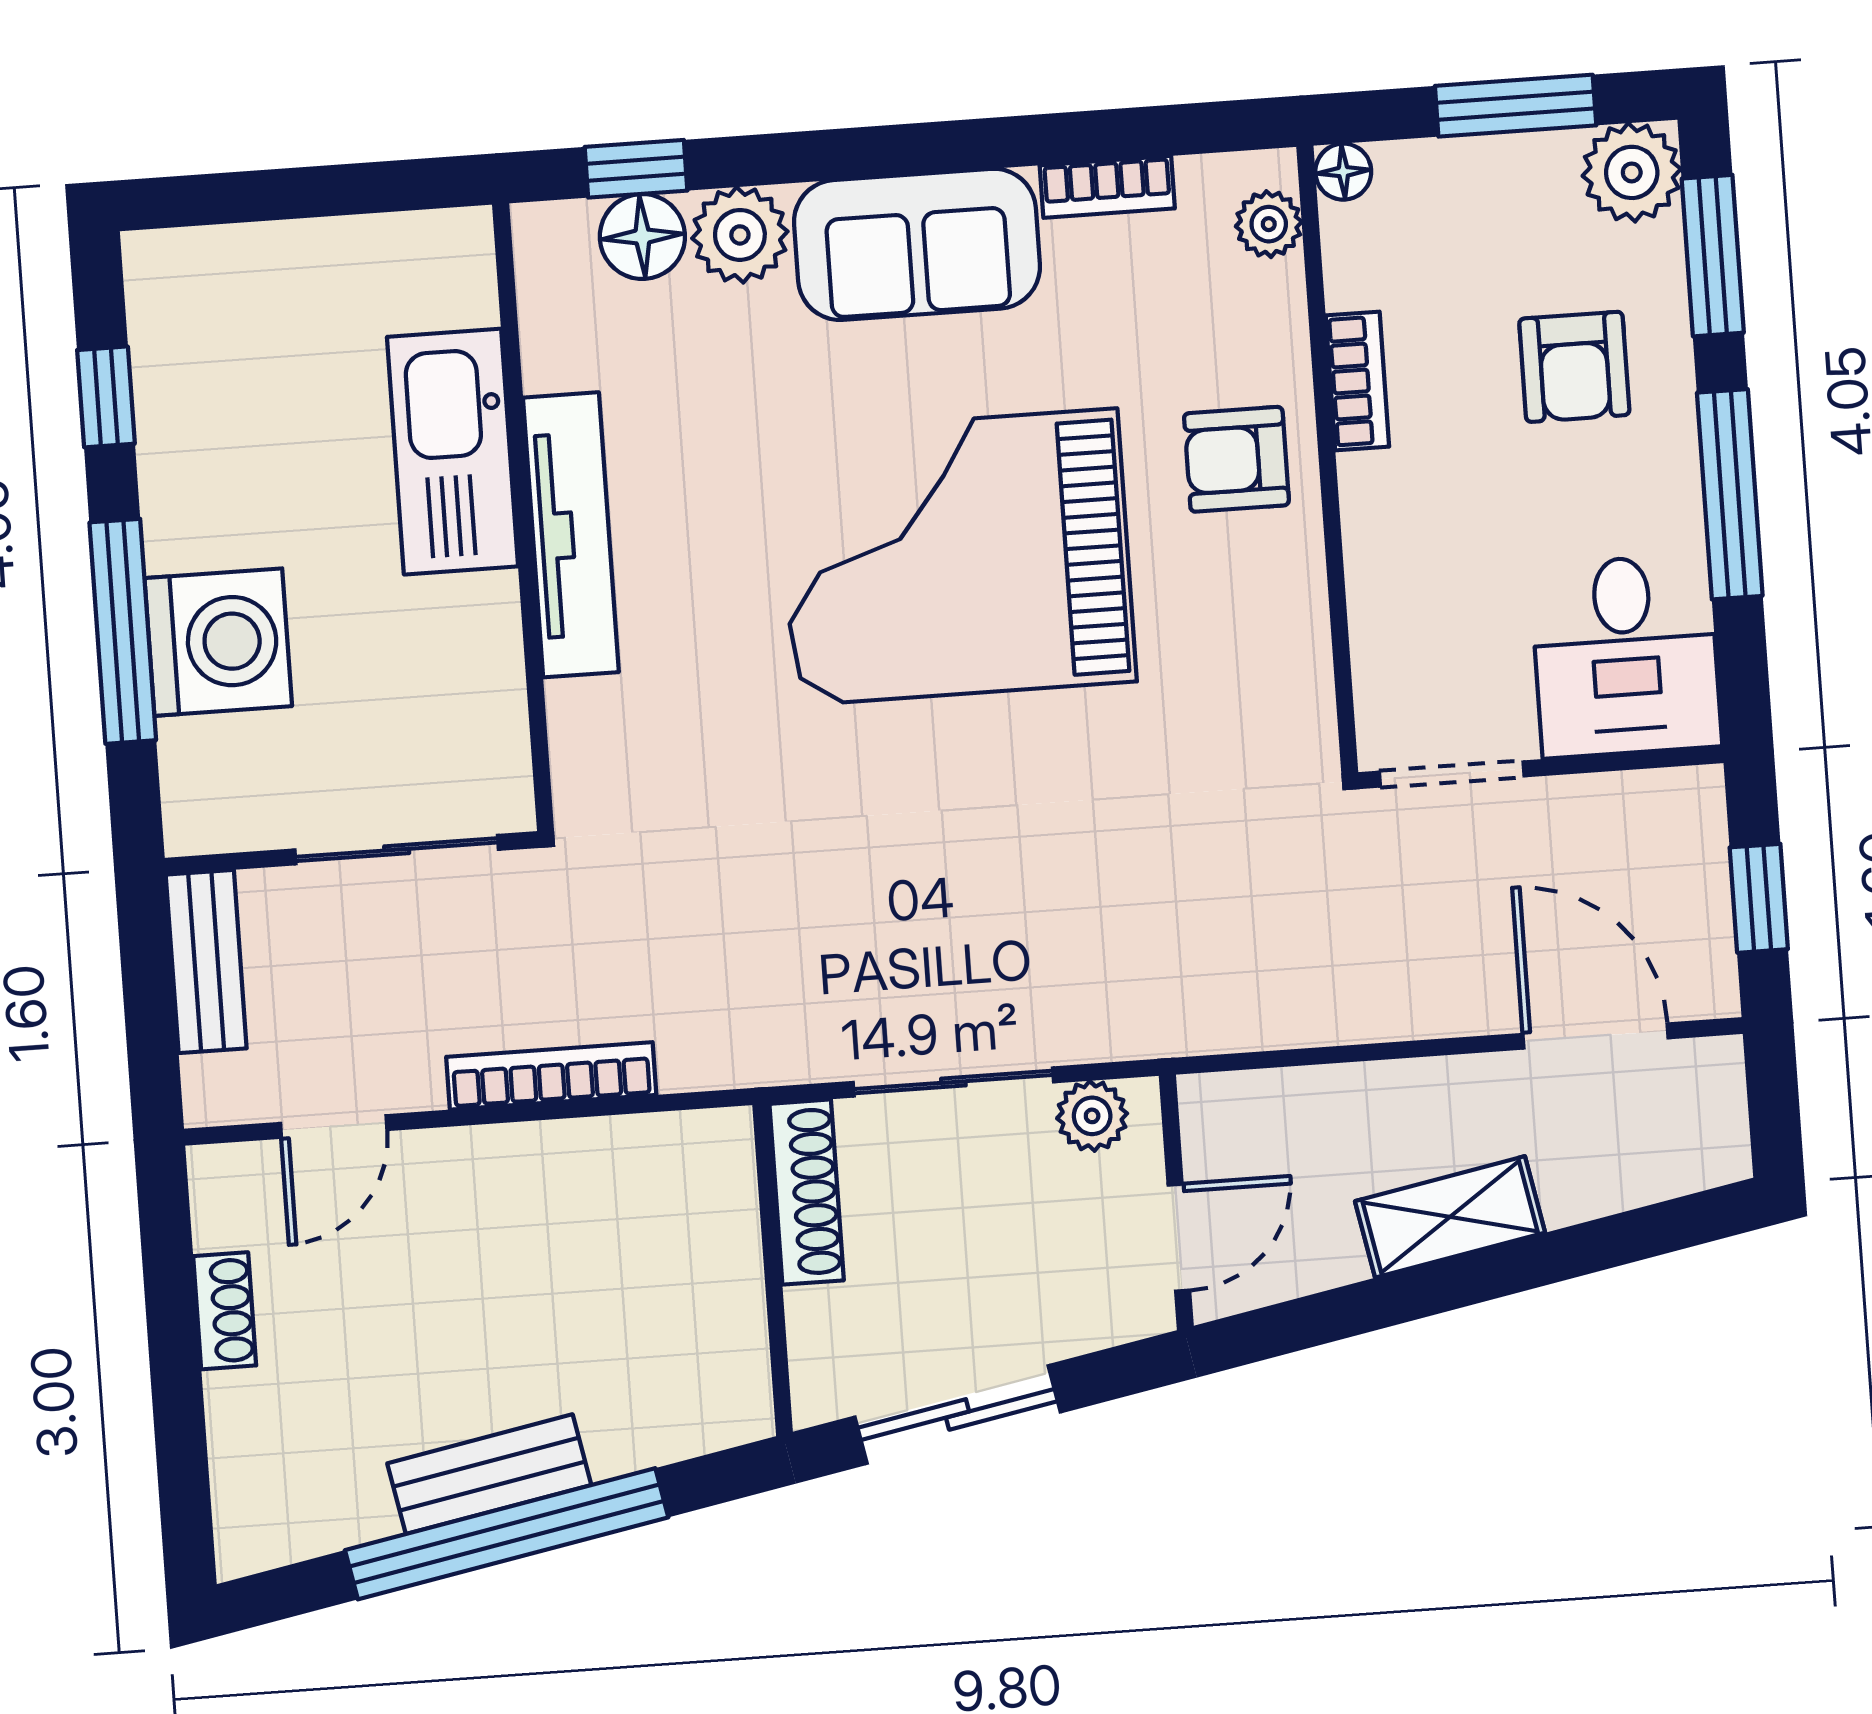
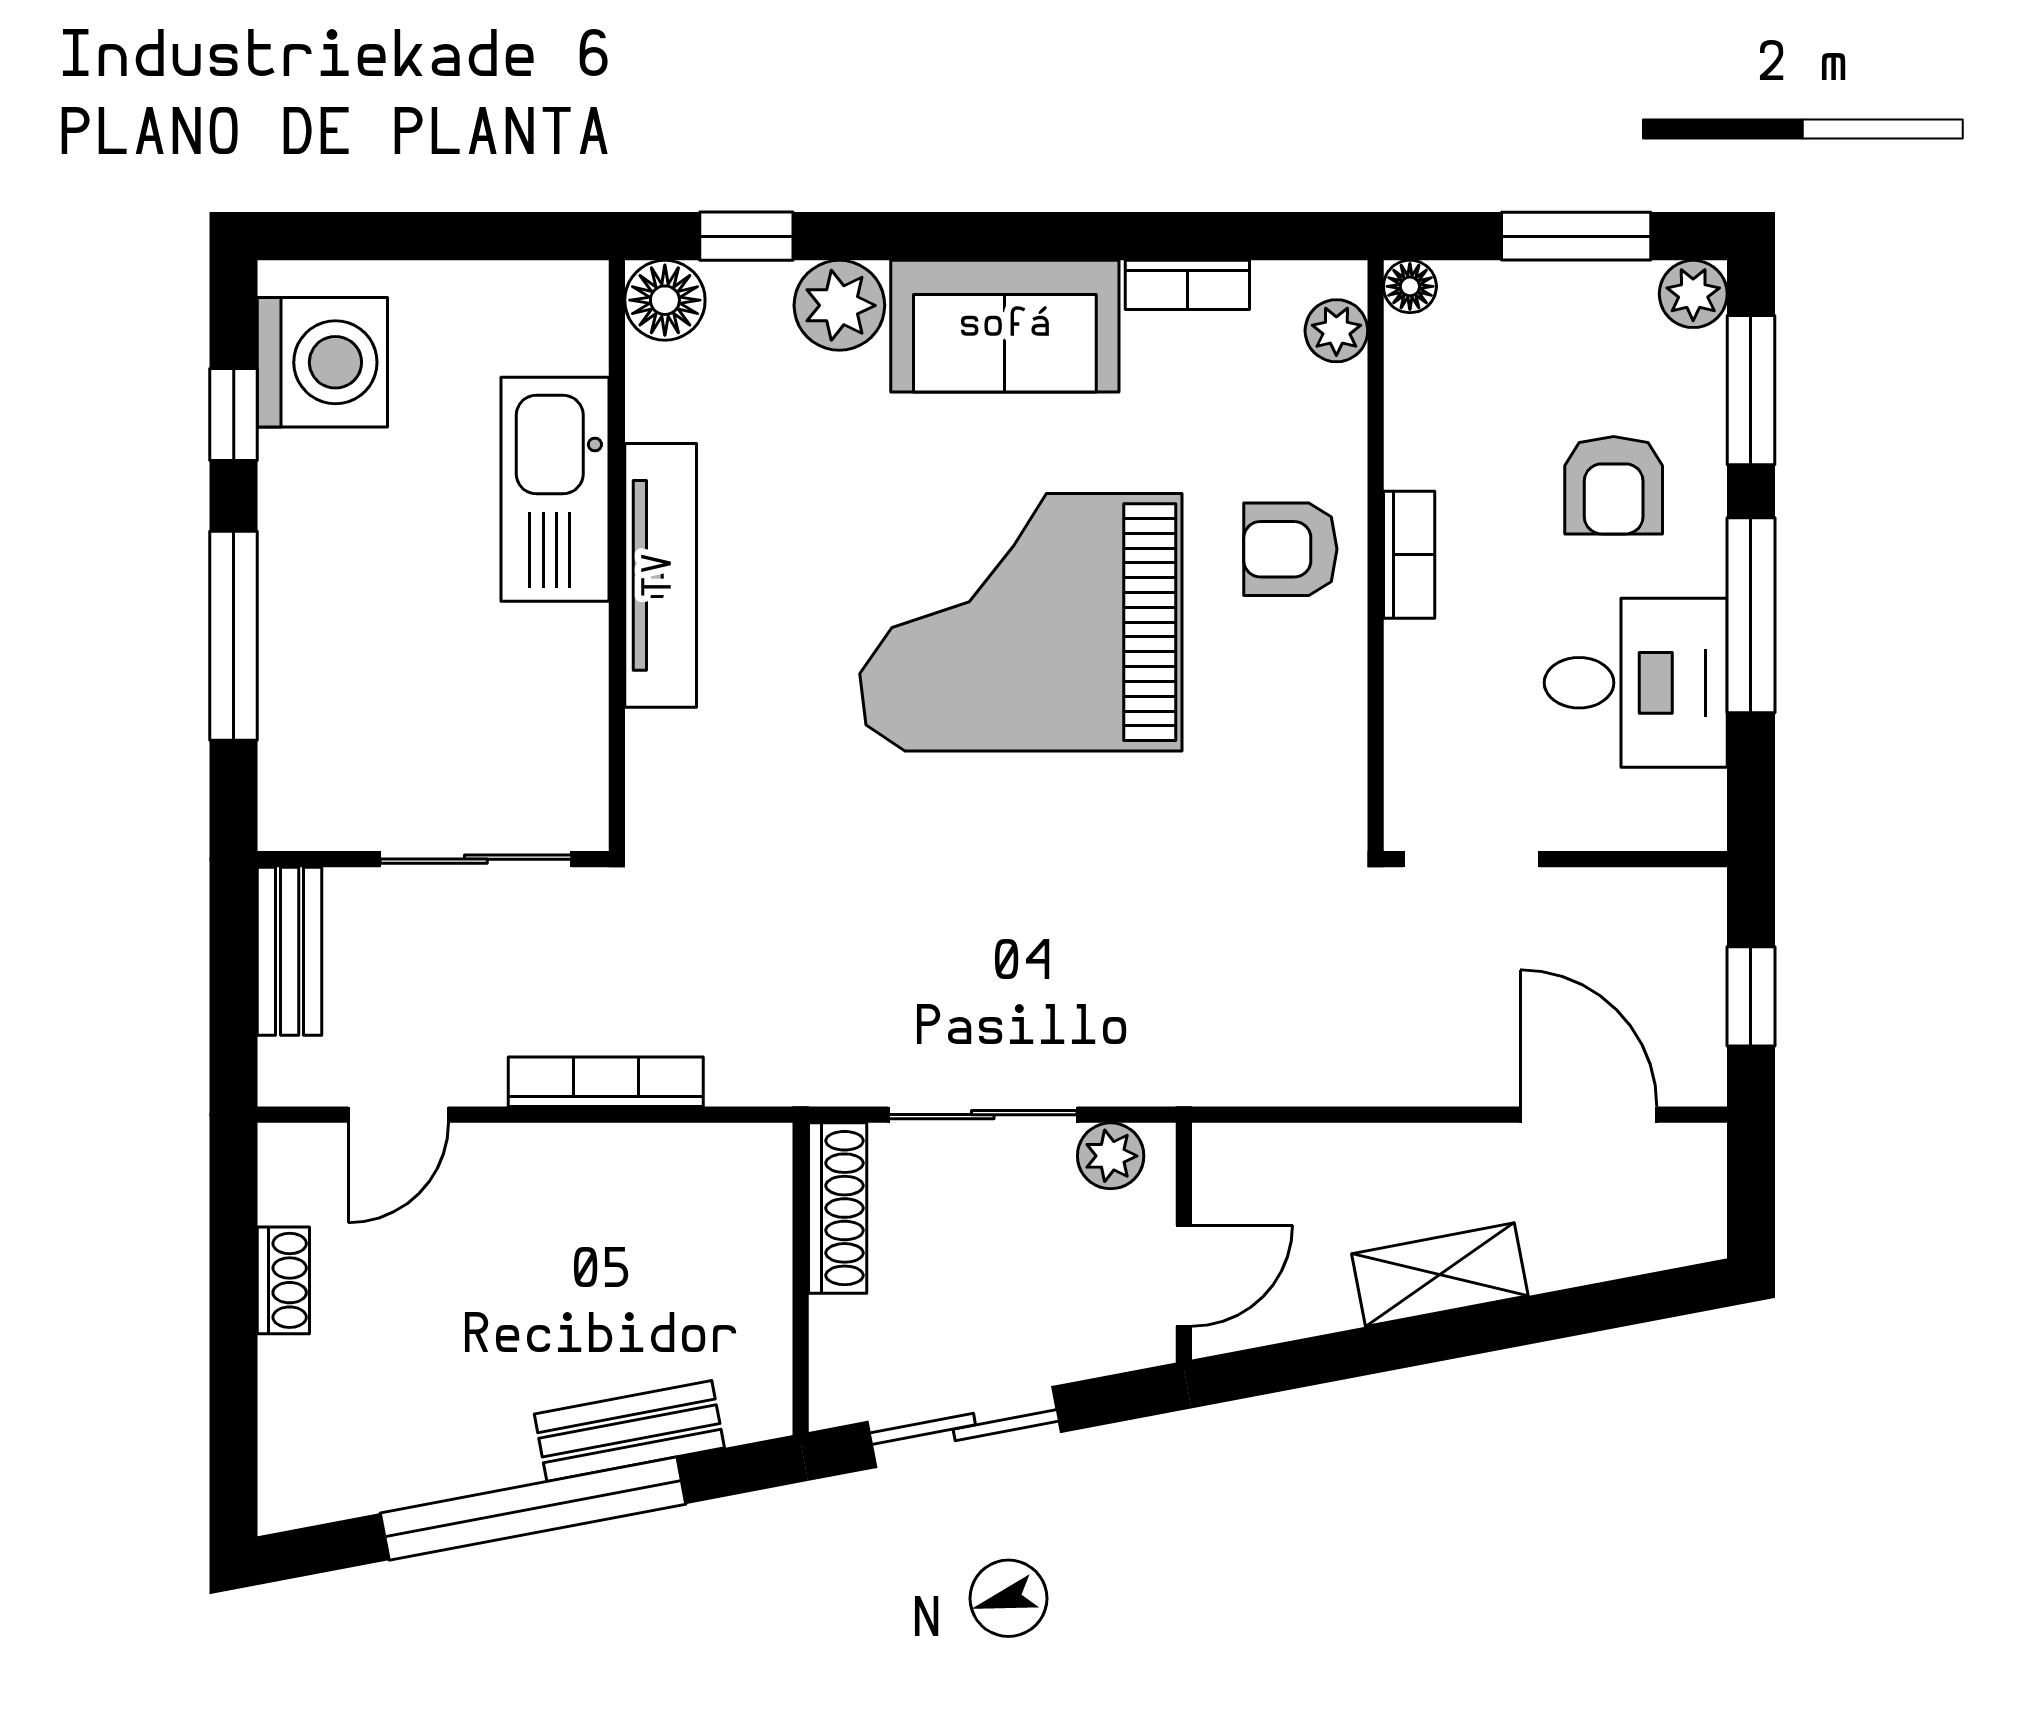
plant: (1632, 172) -> (1693, 294), width x0.73, depth x0.73
floor lamp: (642, 237) -> (665, 300), moved
bookcase: (1357, 381) -> (1409, 555), moved
washing machine: (218, 642) -> (322, 362), moved
desk: (1626, 656) -> (1636, 683), moved, turned -90
bench: (489, 1474) -> (629, 1431), moved

